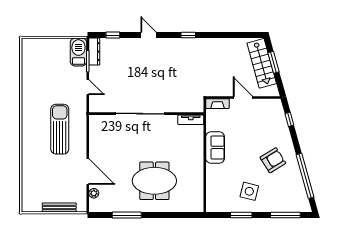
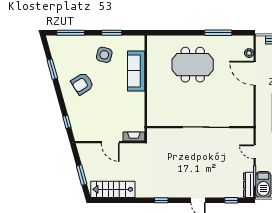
stairs: (262, 63) -> (113, 189), moved, turned -75
tv unit: (191, 120) -> (159, 122), removed
sofa: (215, 147) -> (136, 71), moved, width x1.36
window: (305, 176) -> (52, 69), width x0.47

